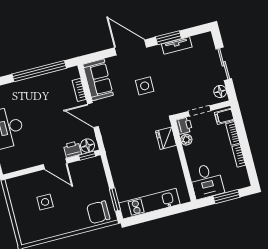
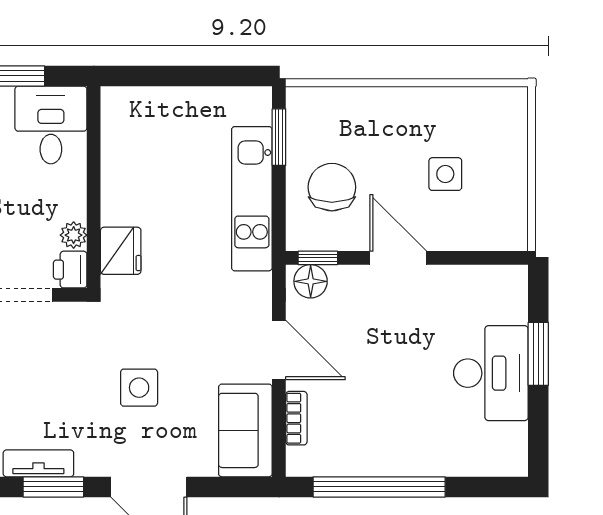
printer: (72, 149) -> (349, 282), removed
kitchen unit: (149, 204) -> (252, 199), moved, turned 90
chair: (98, 212) -> (332, 187), moved, turned -90

